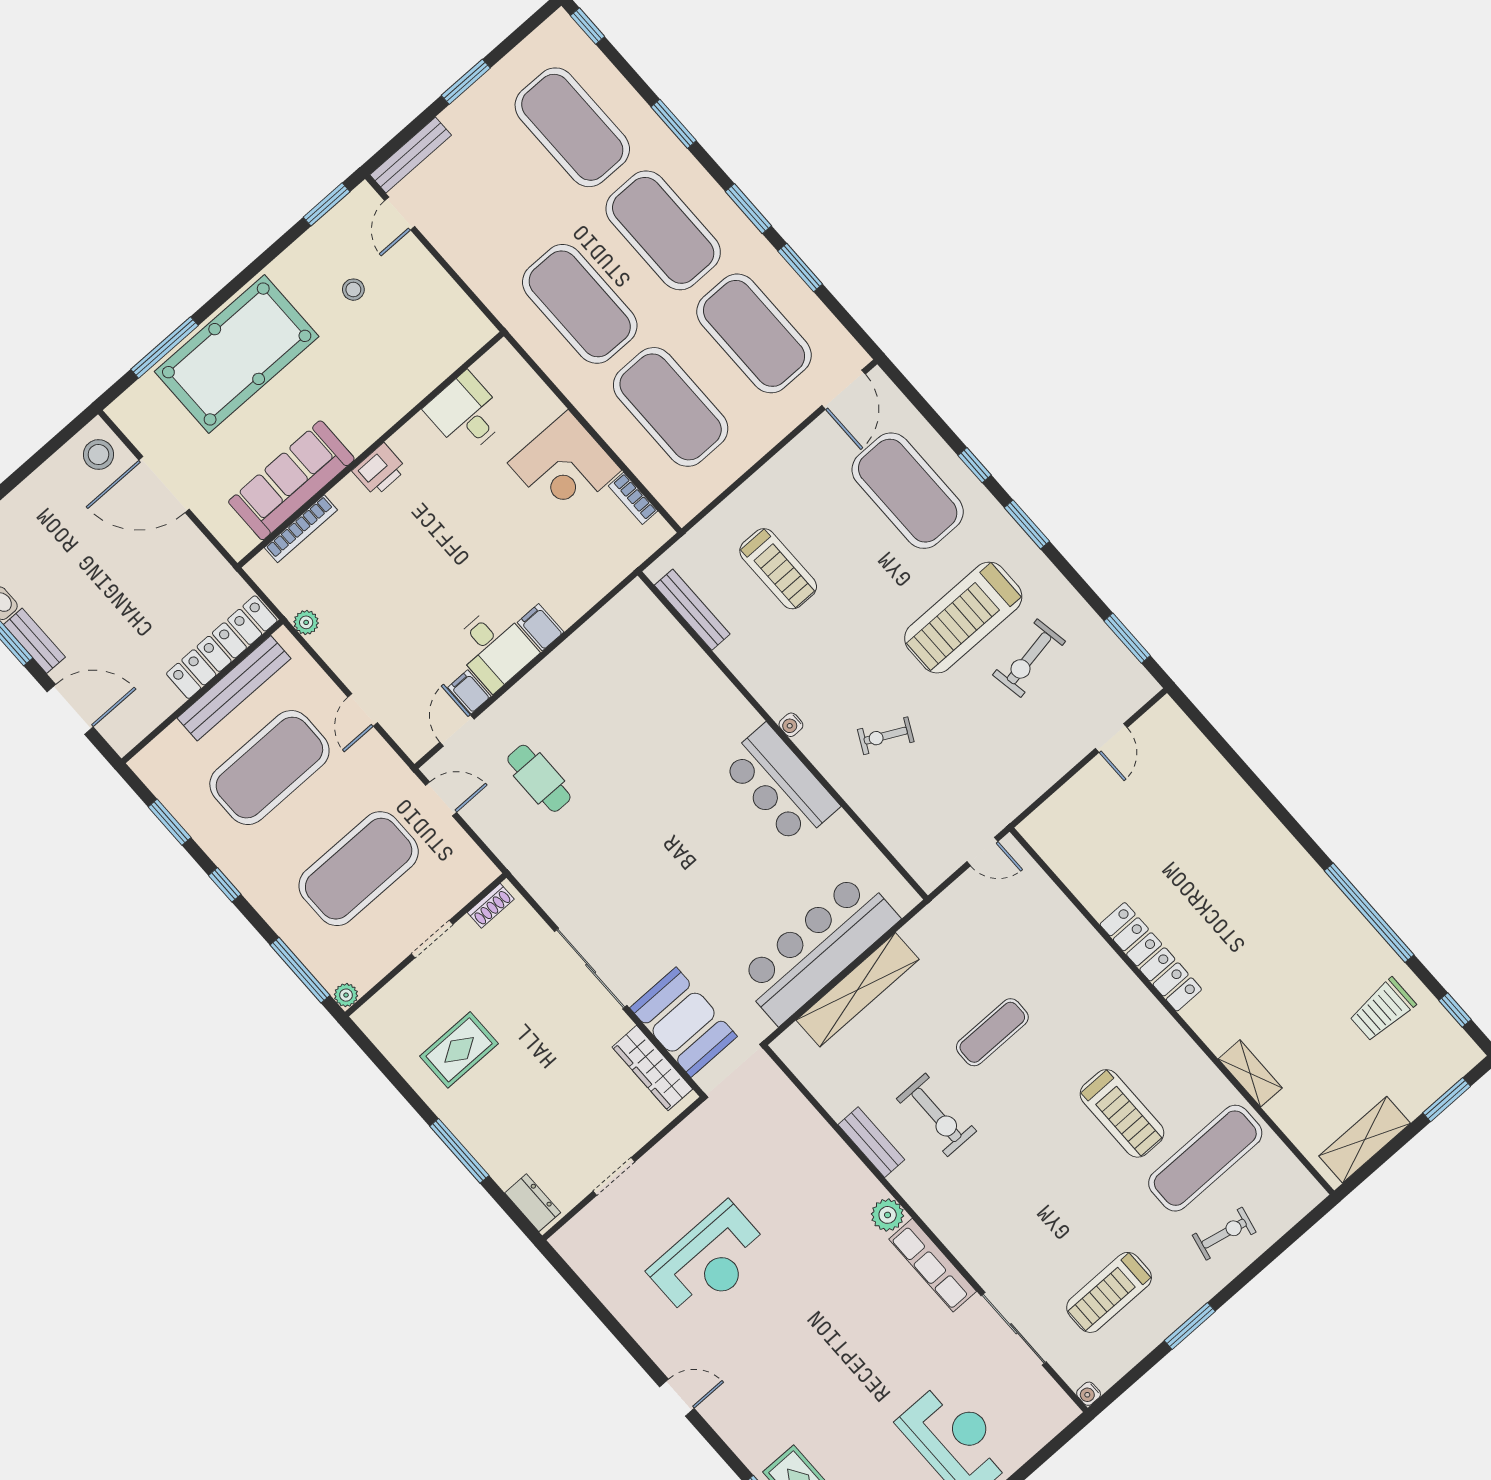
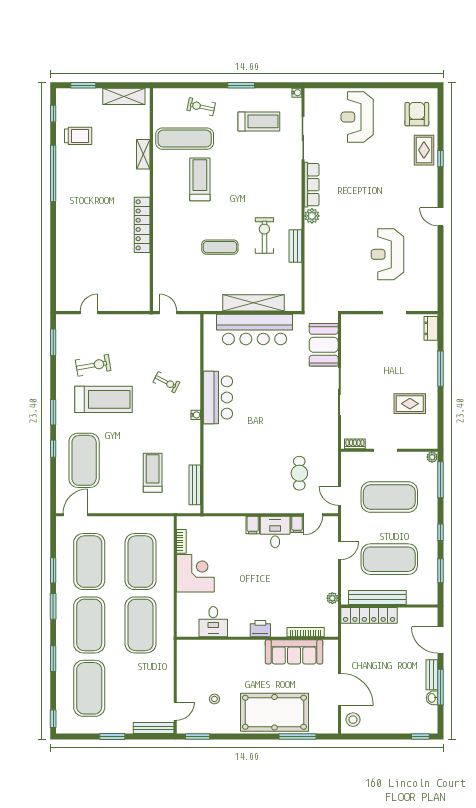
wardrobe: (652, 1068) -> (348, 338), removed
reception desk: (709, 1261) -> (387, 254), turned -90

